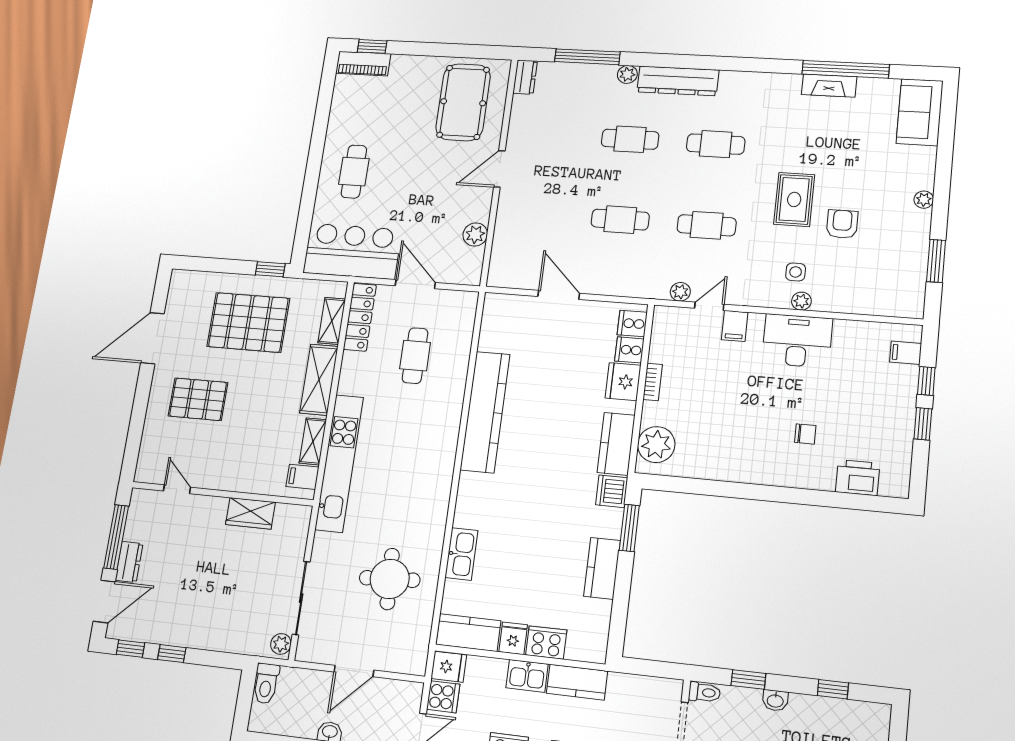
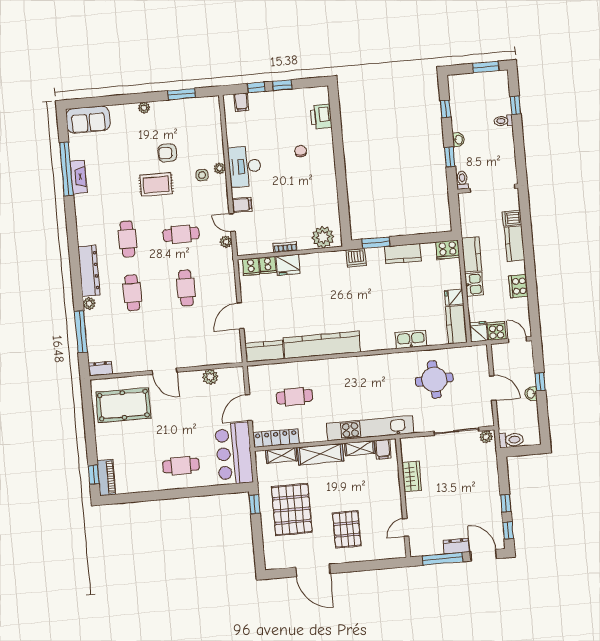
cafe table: (707, 225) -> (181, 234), turned 90
kitchen counter: (616, 444) -> (264, 351), moved, turned 180
cooker: (546, 643) -> (448, 250), moved, turned -90

